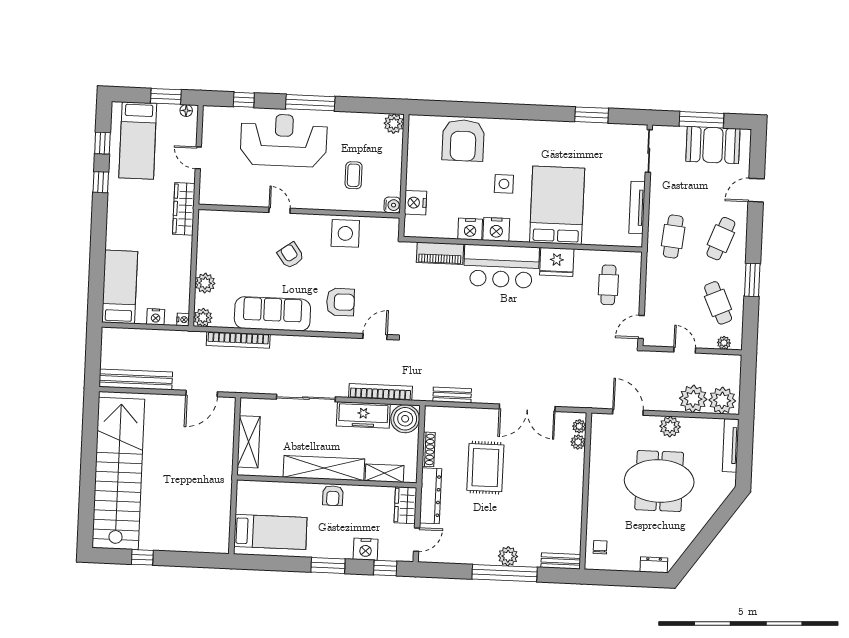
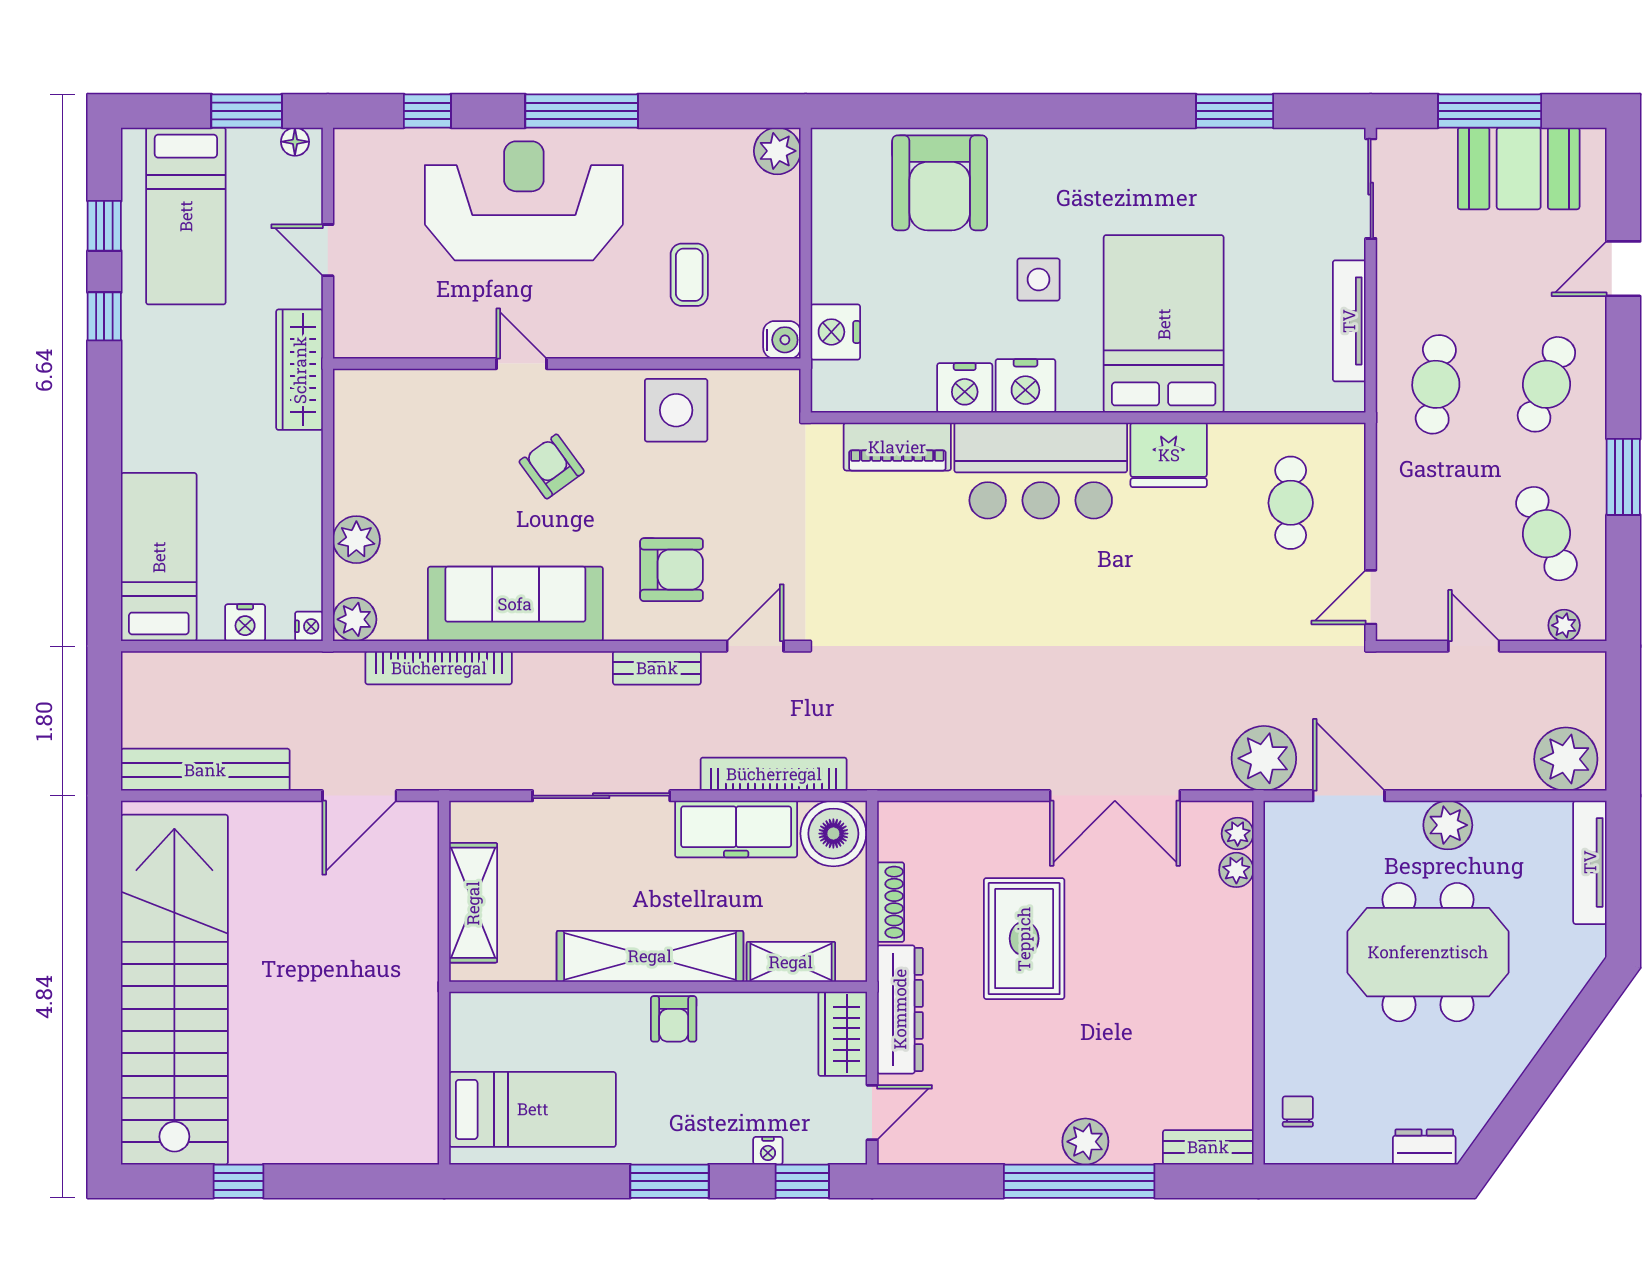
bench: (452, 395) -> (657, 668), moved
plant: (693, 399) -> (1264, 758), moved
nightstand: (366, 549) -> (768, 1151), width x0.53, depth x0.56

